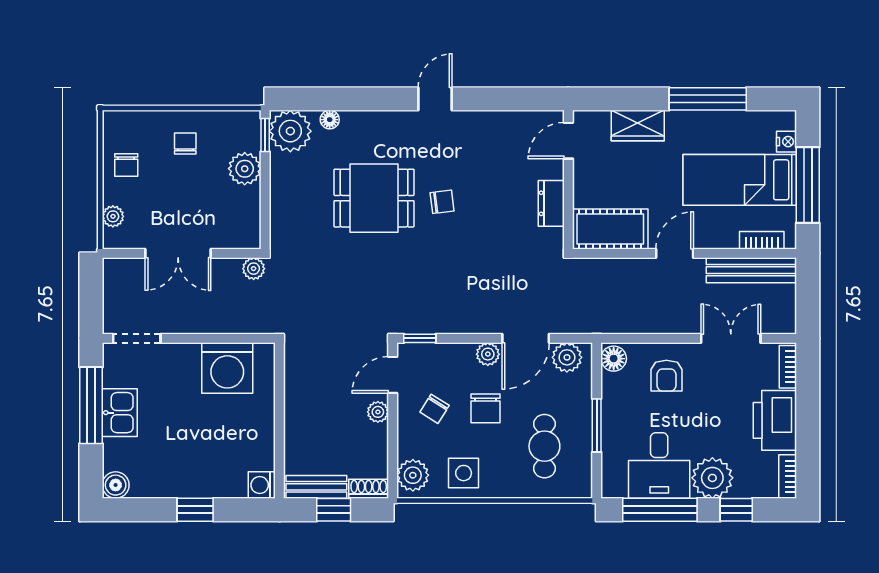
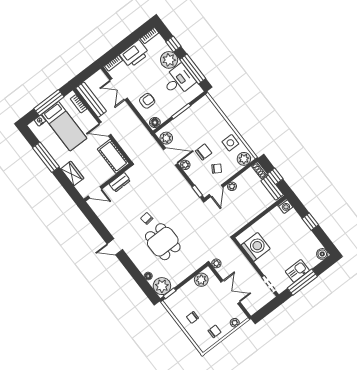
plant: (245, 169) -> (201, 280), moved
door: (393, 375) -> (216, 191), hinge flipped
cafe table: (544, 446) -> (201, 123), removed

